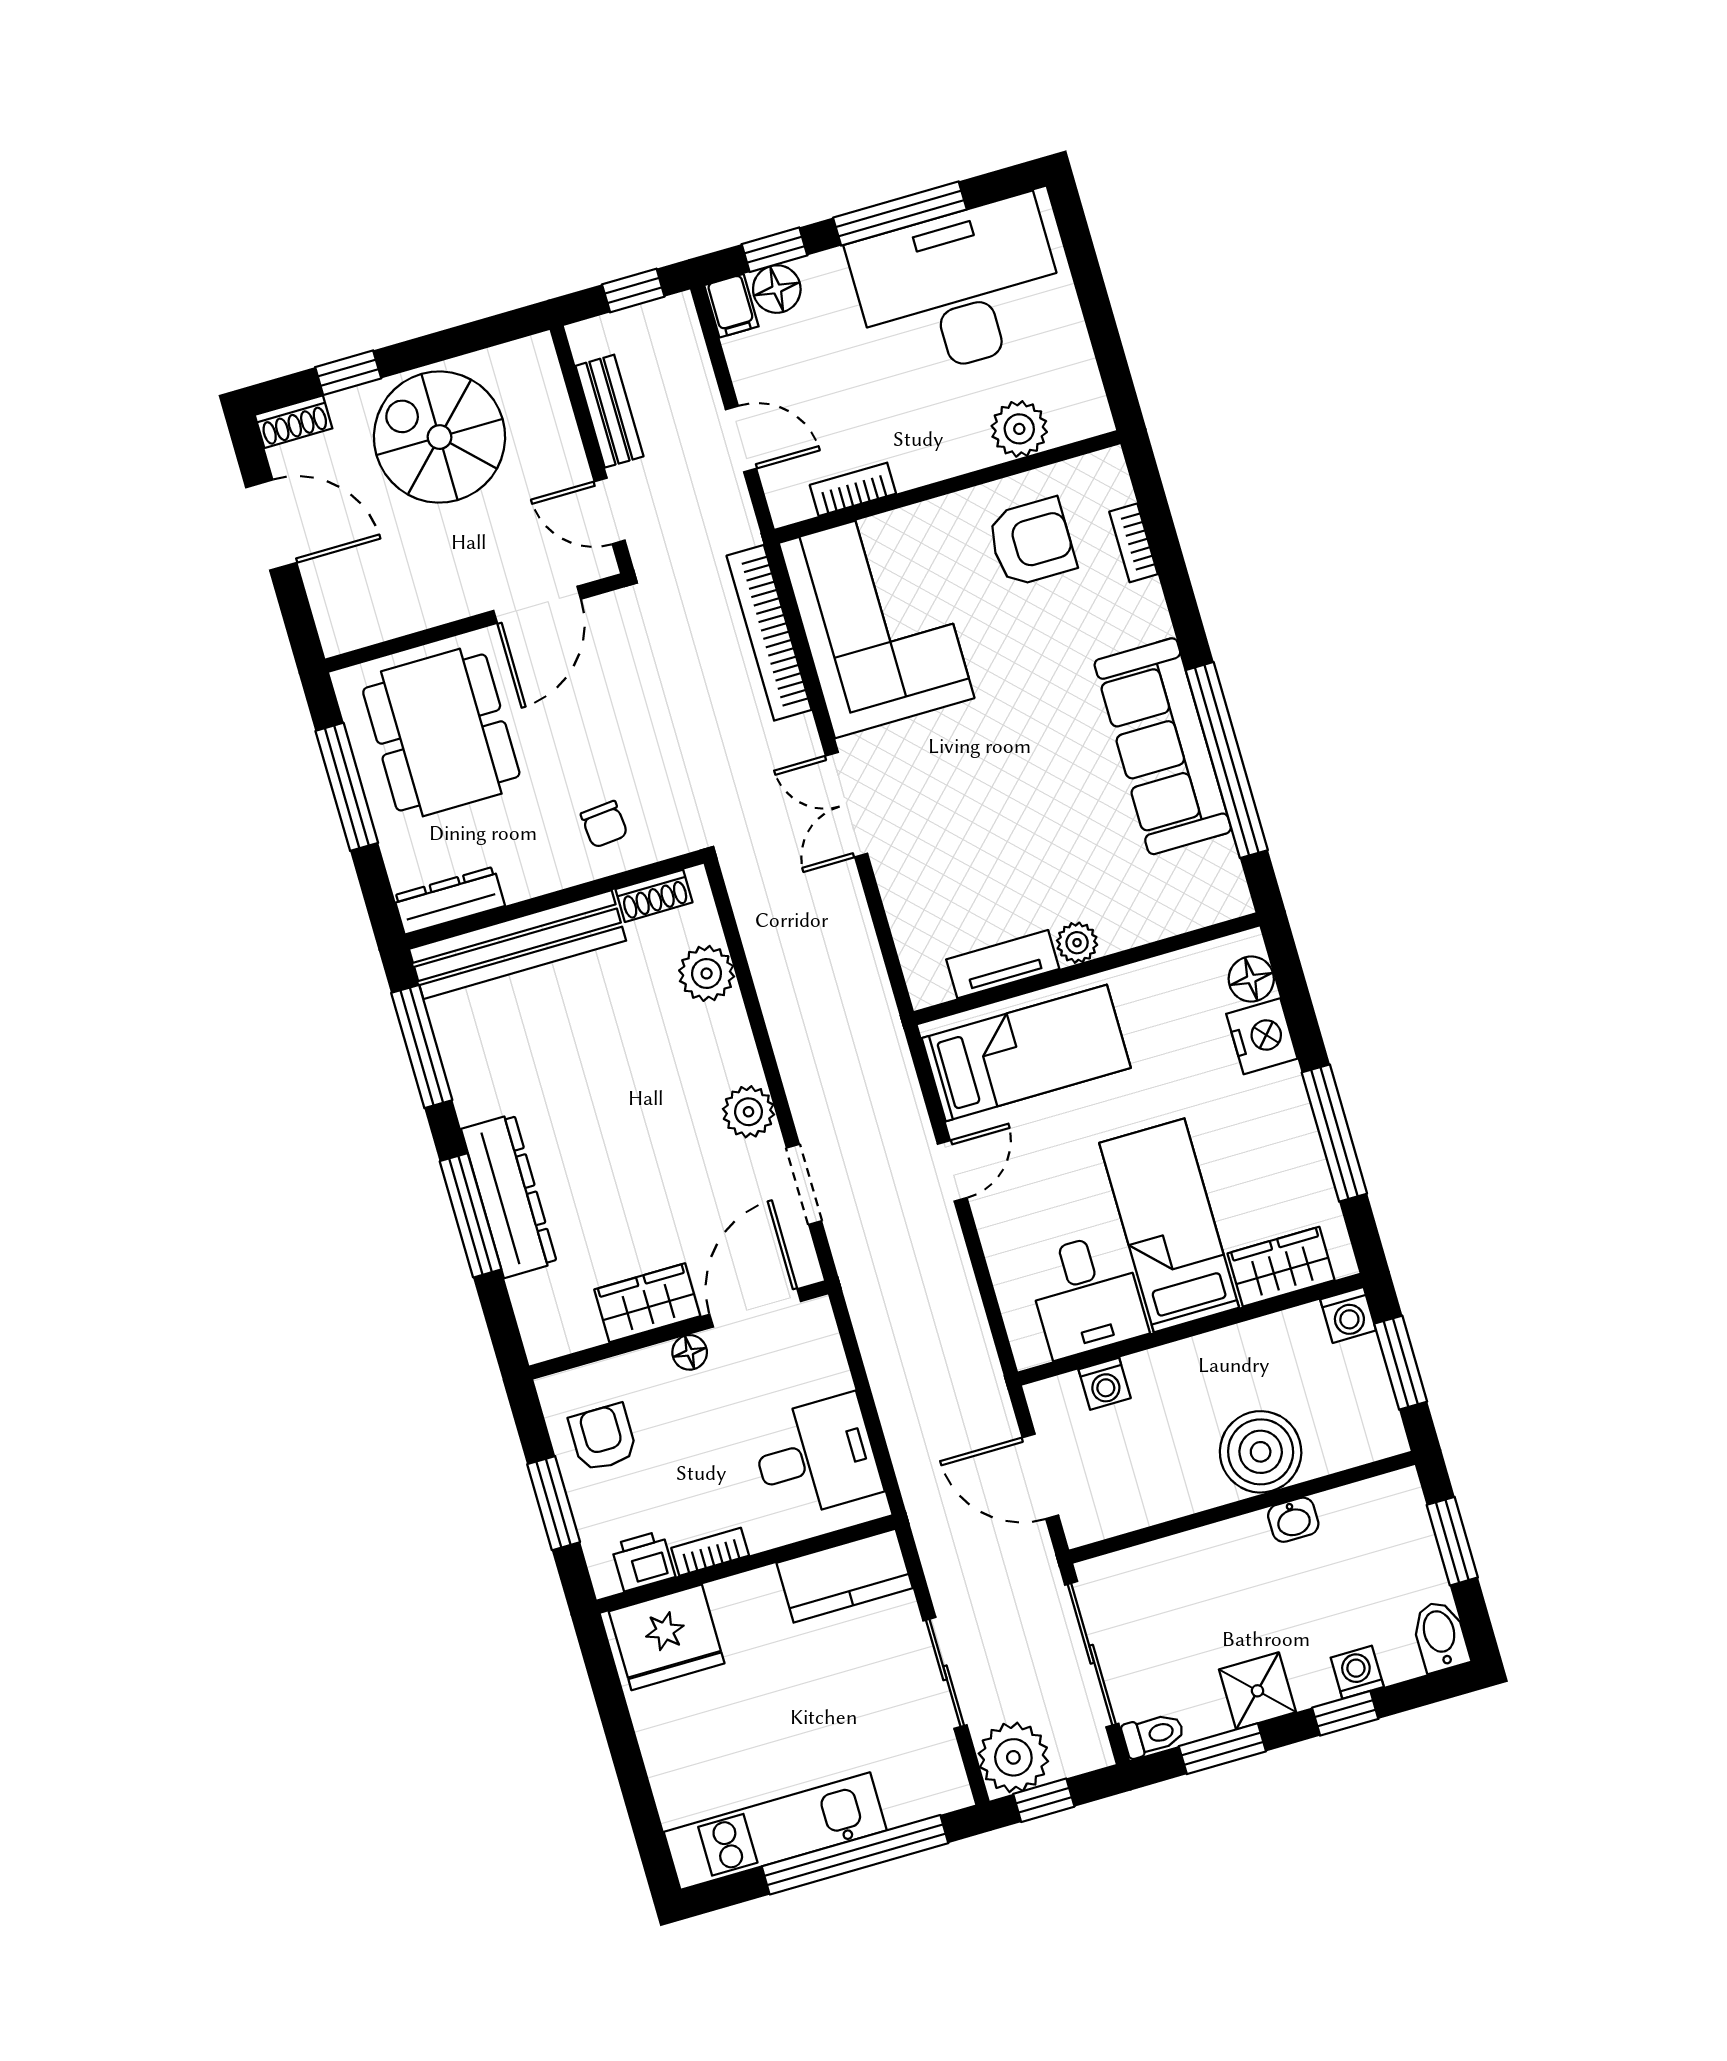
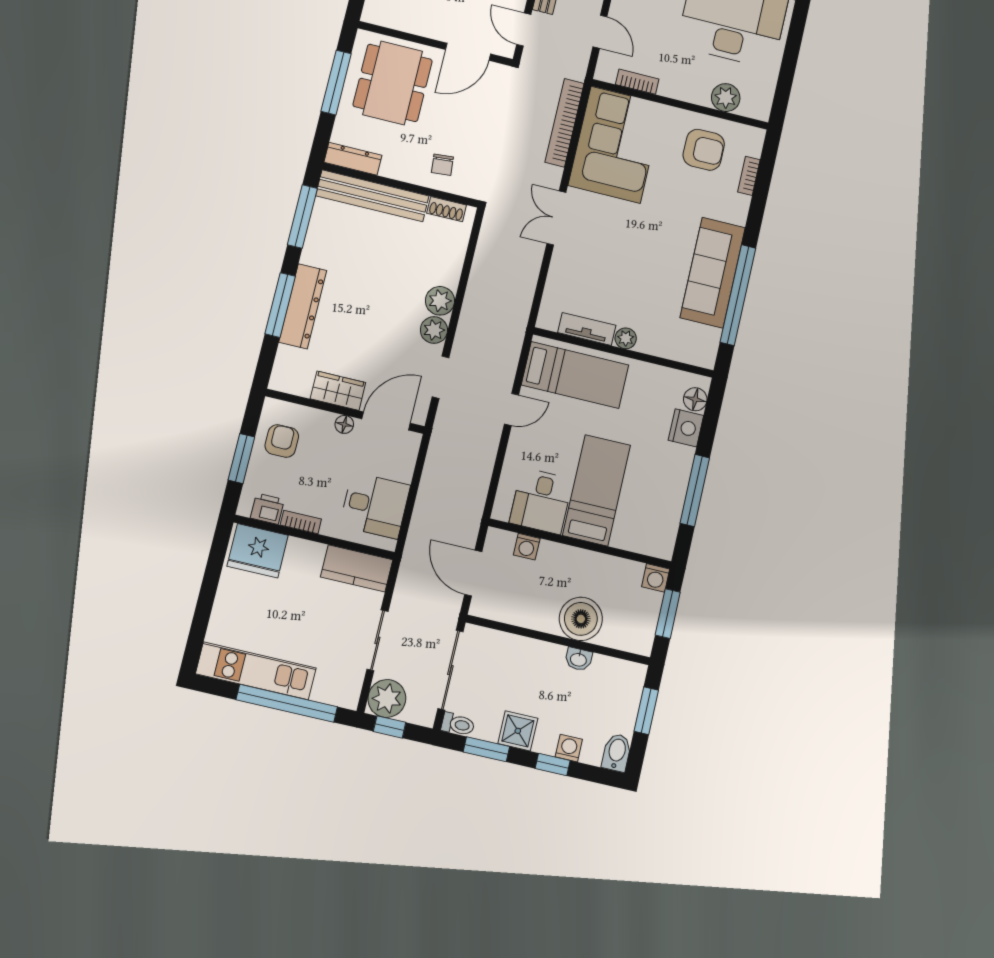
plant: (707, 973) -> (440, 301), moved
wardrobe: (1281, 1267) -> (637, 538), removed

